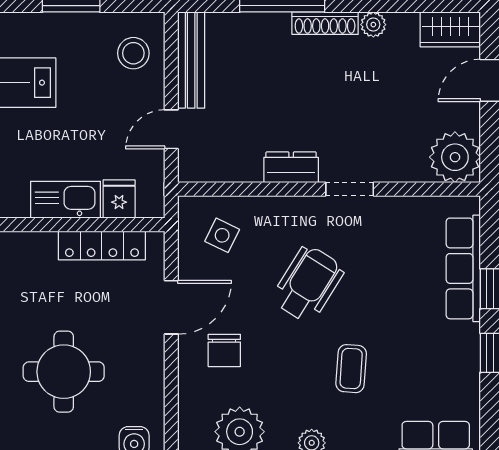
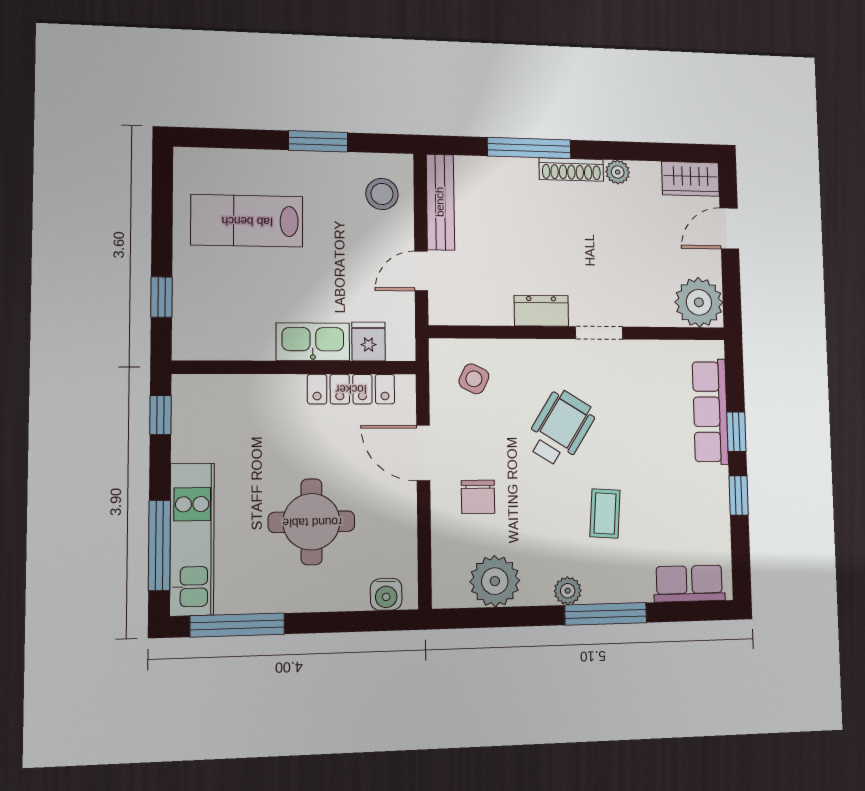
door: (171, 307) -> (423, 453), swing flipped

